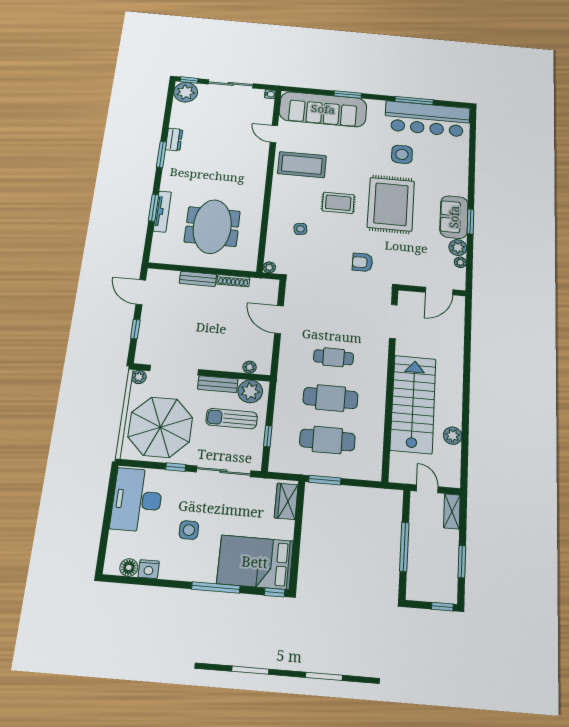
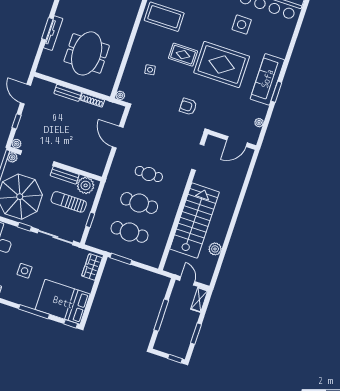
rug: (391, 204) -> (222, 65), turned 90
sofa: (454, 217) -> (267, 79), width x1.36
plant: (458, 248) -> (261, 111), removed
plant: (250, 367) -> (16, 144), moved

